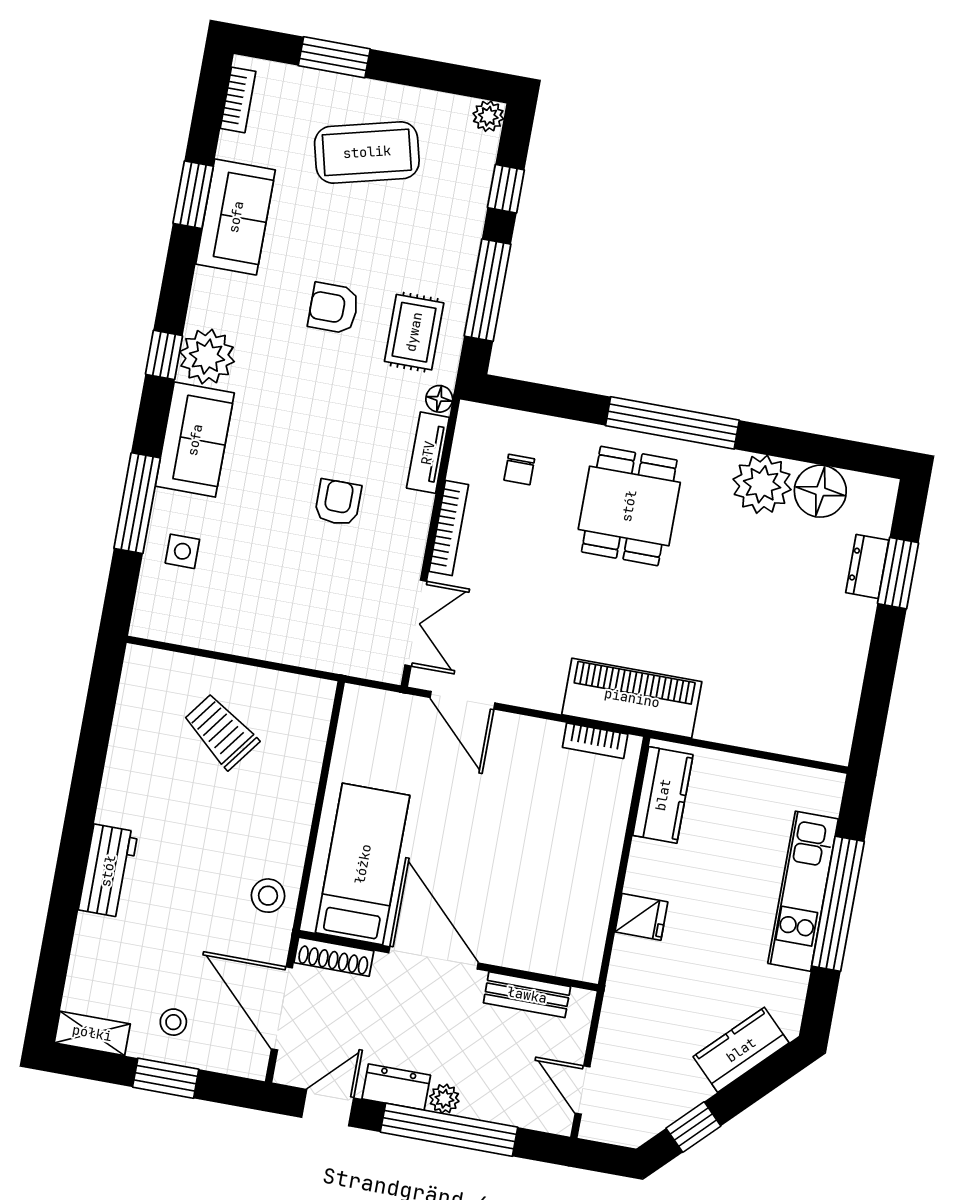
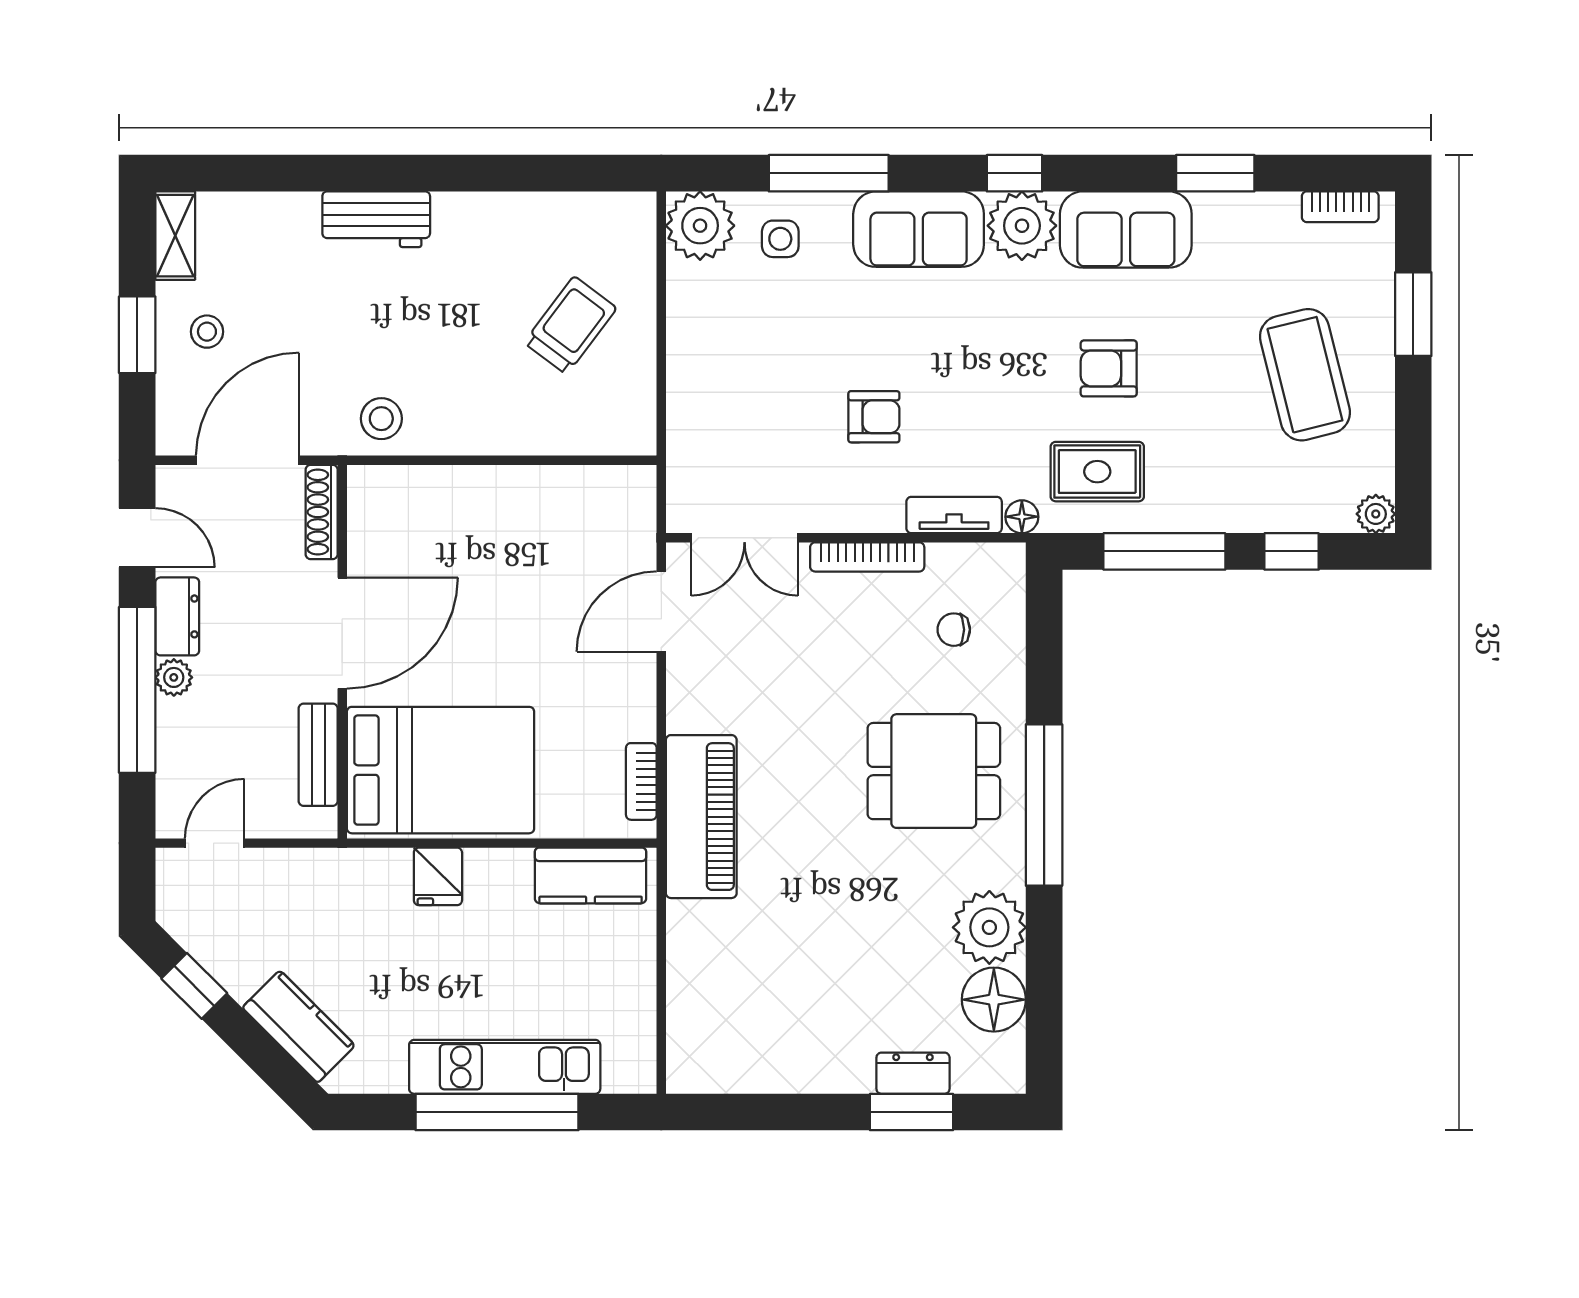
sofa: (236, 217) -> (1126, 230), moved
armchair: (333, 308) -> (1109, 368), turned -90
plant: (160, 613) -> (700, 226), added
bed: (363, 864) -> (441, 770), moved, width x1.50

